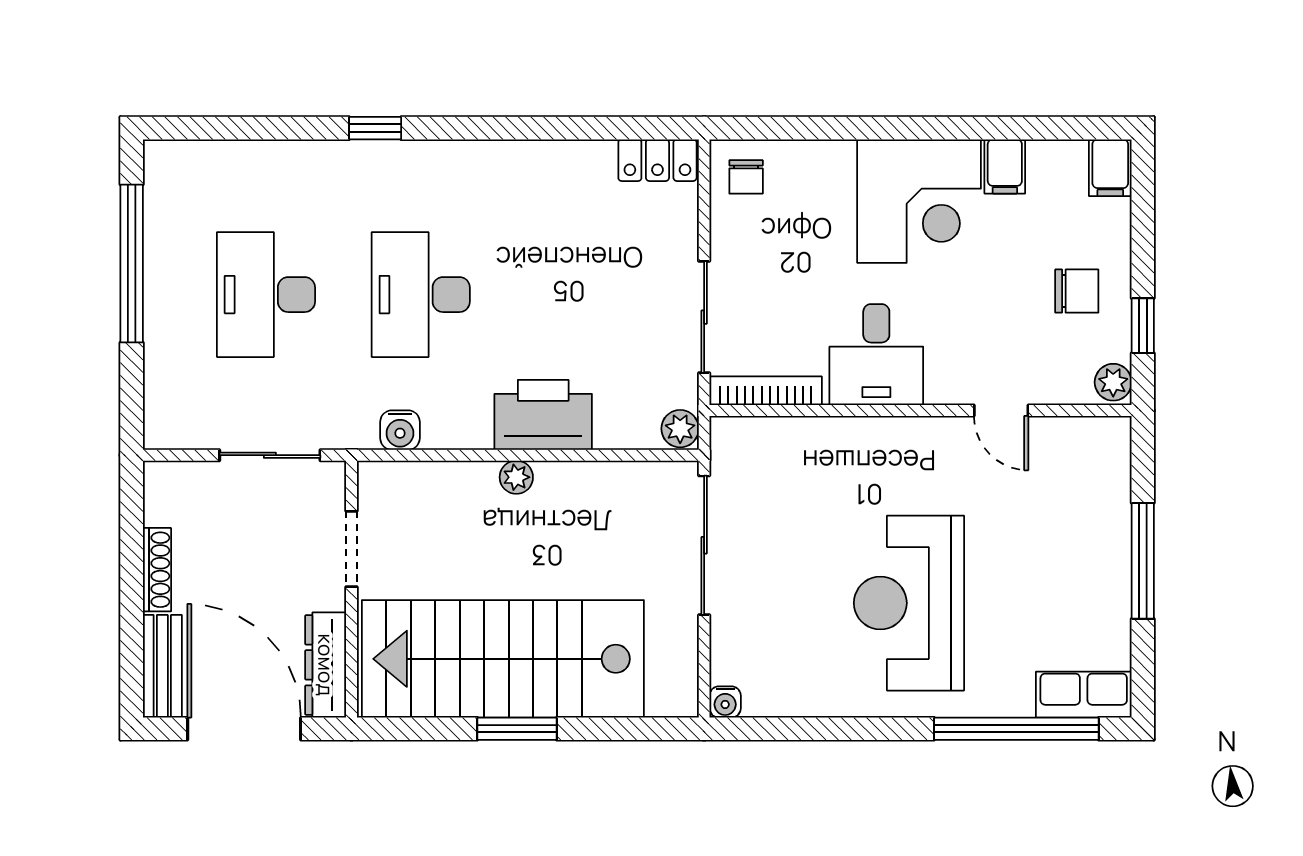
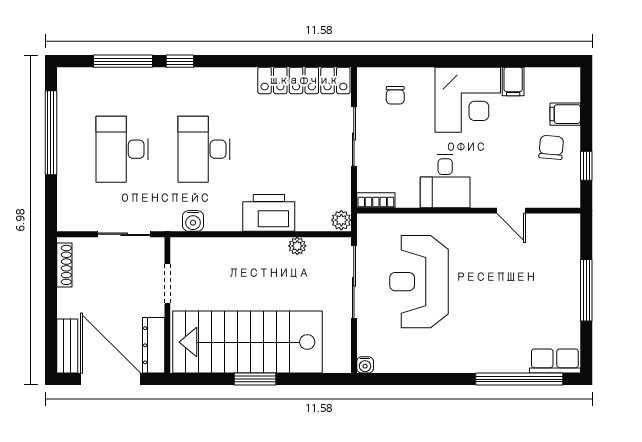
window: (268, 128) -> (123, 61), added
locker: (657, 160) -> (304, 80), width x2.16, depth x1.21
filing cabinet: (1110, 168) -> (565, 114), moved, turned 90
chair: (746, 177) -> (395, 95), moved
chair: (1077, 291) -> (551, 147), turned -85
sliding door: (704, 317) -> (354, 136), moved
plant: (1113, 382) -> (570, 196), removed
bookcase: (766, 391) -> (376, 200), width x0.64
plant: (516, 477) -> (297, 246), moved
shoe rack: (157, 570) -> (64, 265), moved
reception desk: (909, 603) -> (419, 282), moved

